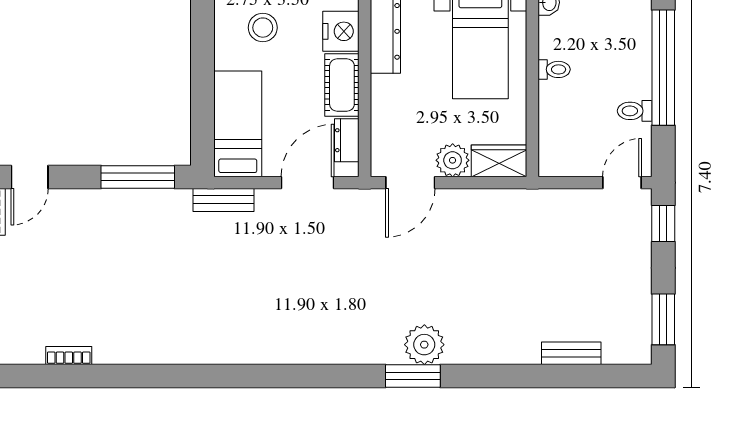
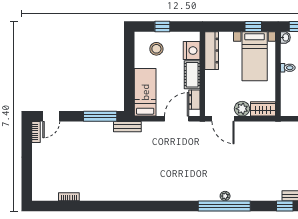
door: (410, 183) -> (223, 119), hinge flipped
bench: (223, 200) -> (127, 127), moved
plant: (424, 345) -> (225, 196), width x0.53, depth x0.53
window: (413, 376) -> (224, 206), width x2.11
window: (547, 376) -> (285, 206), added

